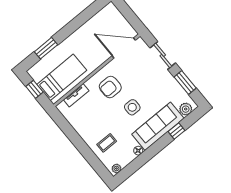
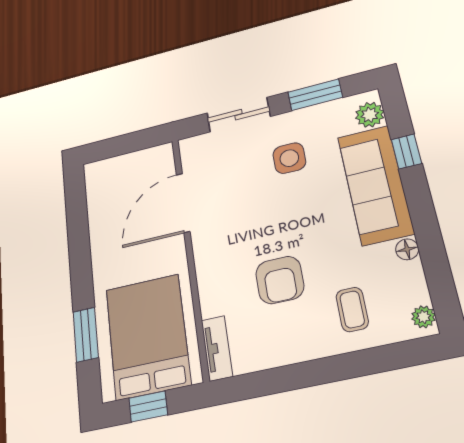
door: (124, 48) -> (183, 203), moved
bed: (62, 77) -> (148, 336), width x1.50
armchair: (110, 87) -> (280, 280), moved
tv unit: (76, 95) -> (217, 348), moved
side table: (132, 107) -> (289, 158), moved

